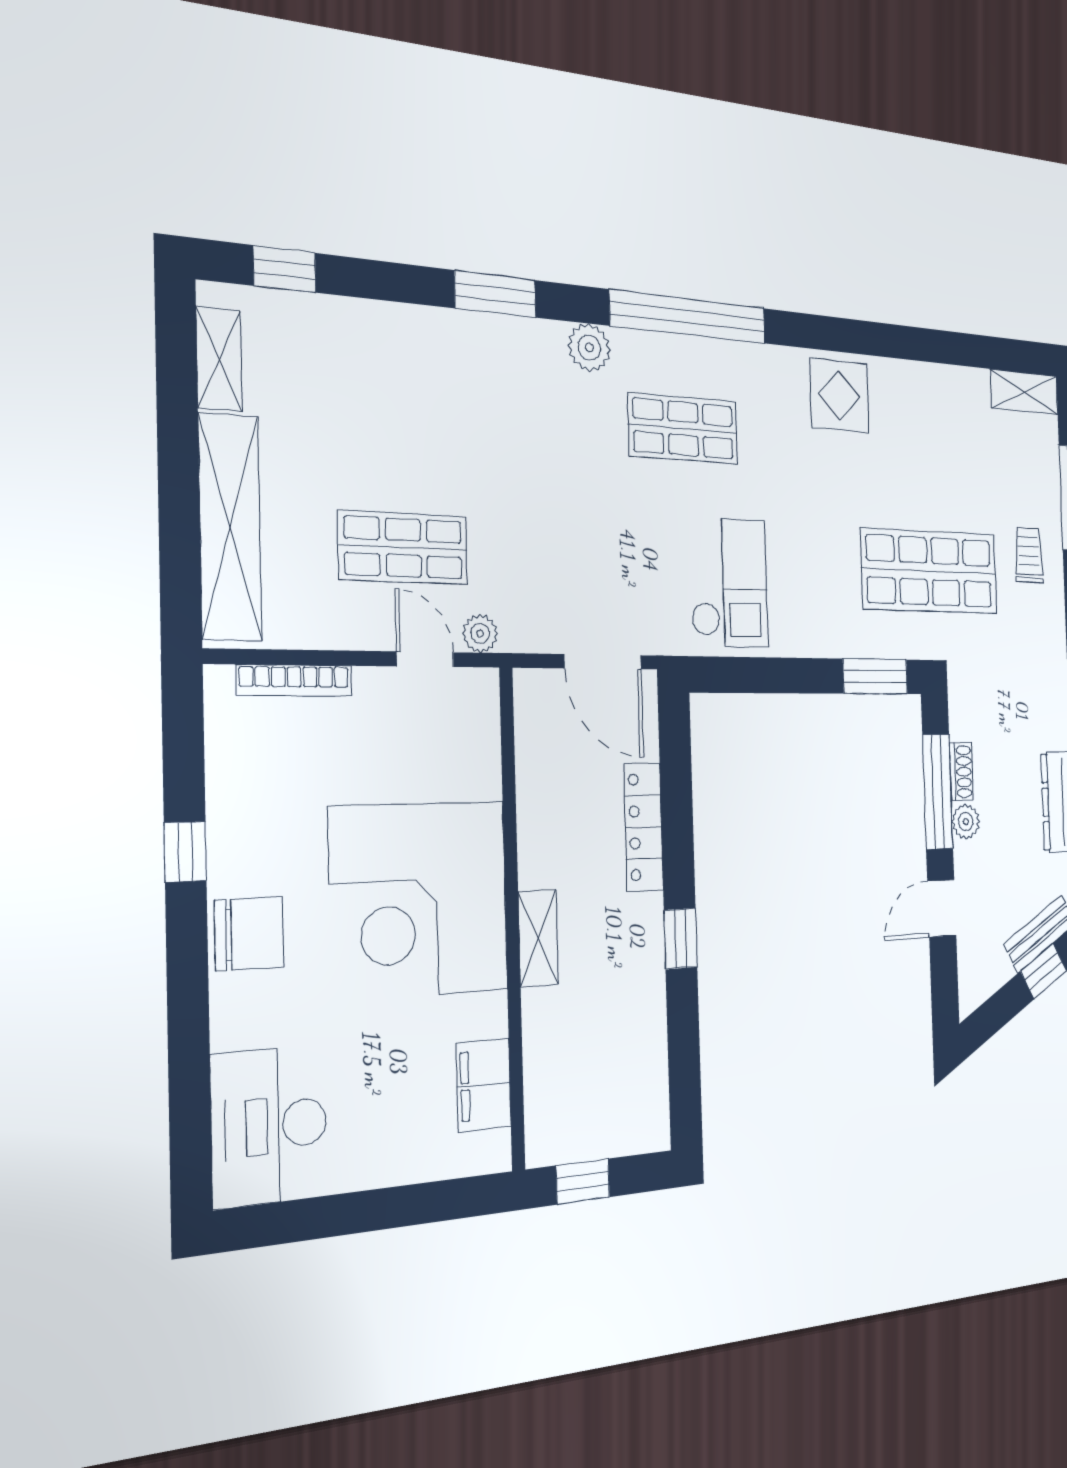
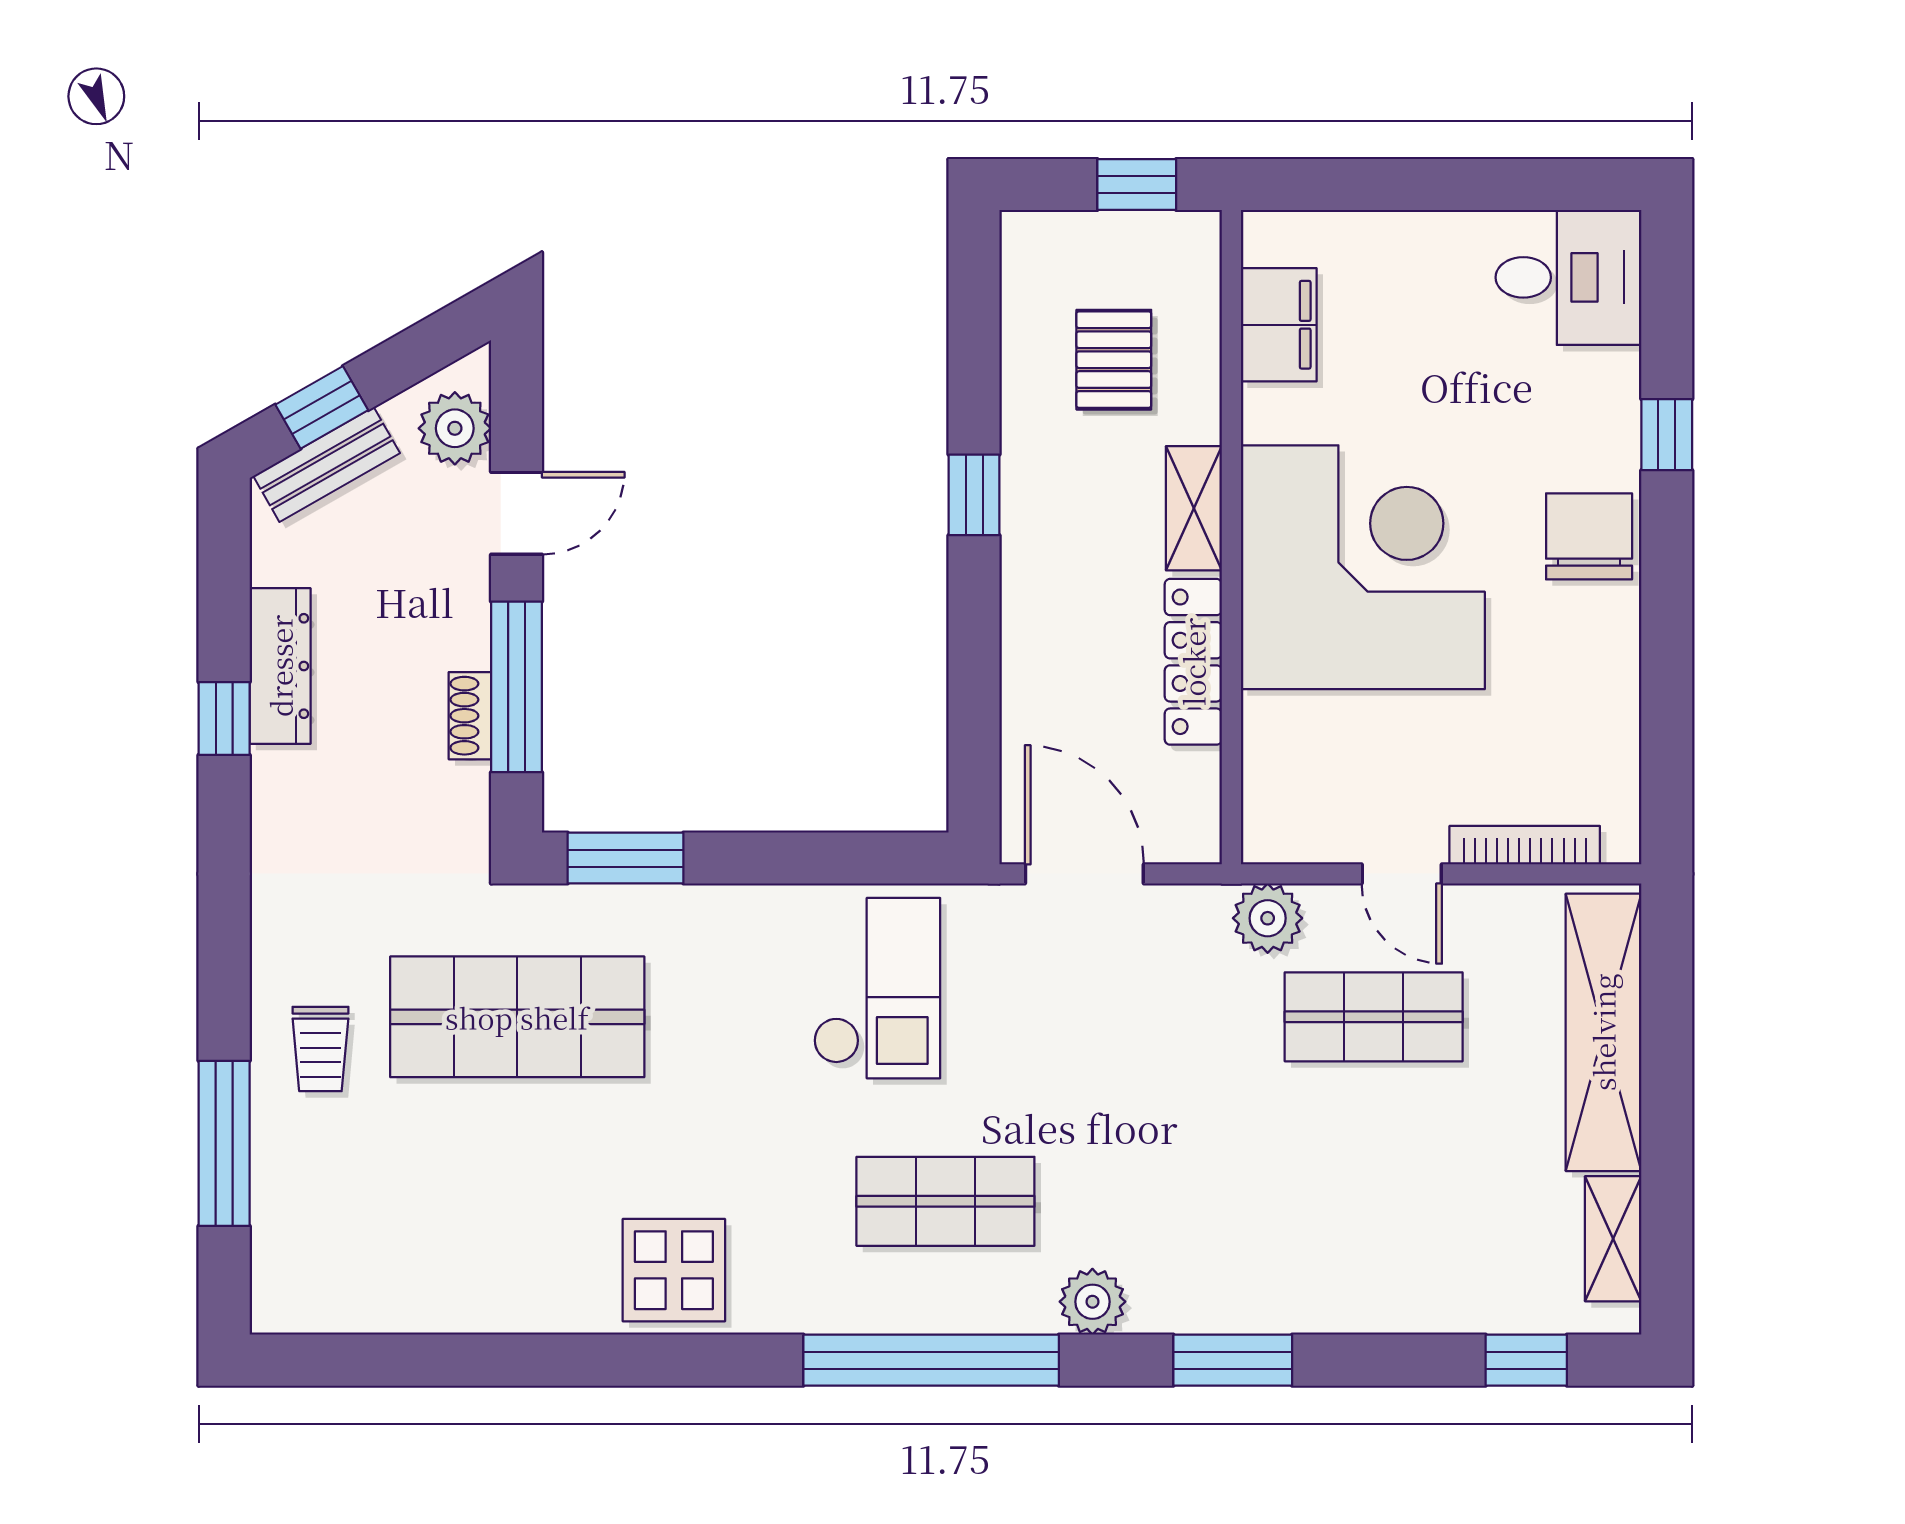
shelving: (1024, 392) -> (317, 1304), removed
checkout: (729, 583) -> (877, 988), turned 180
plant: (480, 633) -> (1268, 918), width x1.38, depth x1.38
door: (425, 659) -> (1402, 874), moved
plant: (966, 822) -> (455, 428), moved, width x1.38, depth x1.38
locker: (644, 827) -> (1193, 662), moved, turned 180
window: (185, 852) -> (1667, 435), moved
chair: (249, 934) -> (1589, 536), turned 90
pallet: (594, 1047) -> (1114, 360), added
desk: (269, 1126) -> (1568, 277), width x0.73

